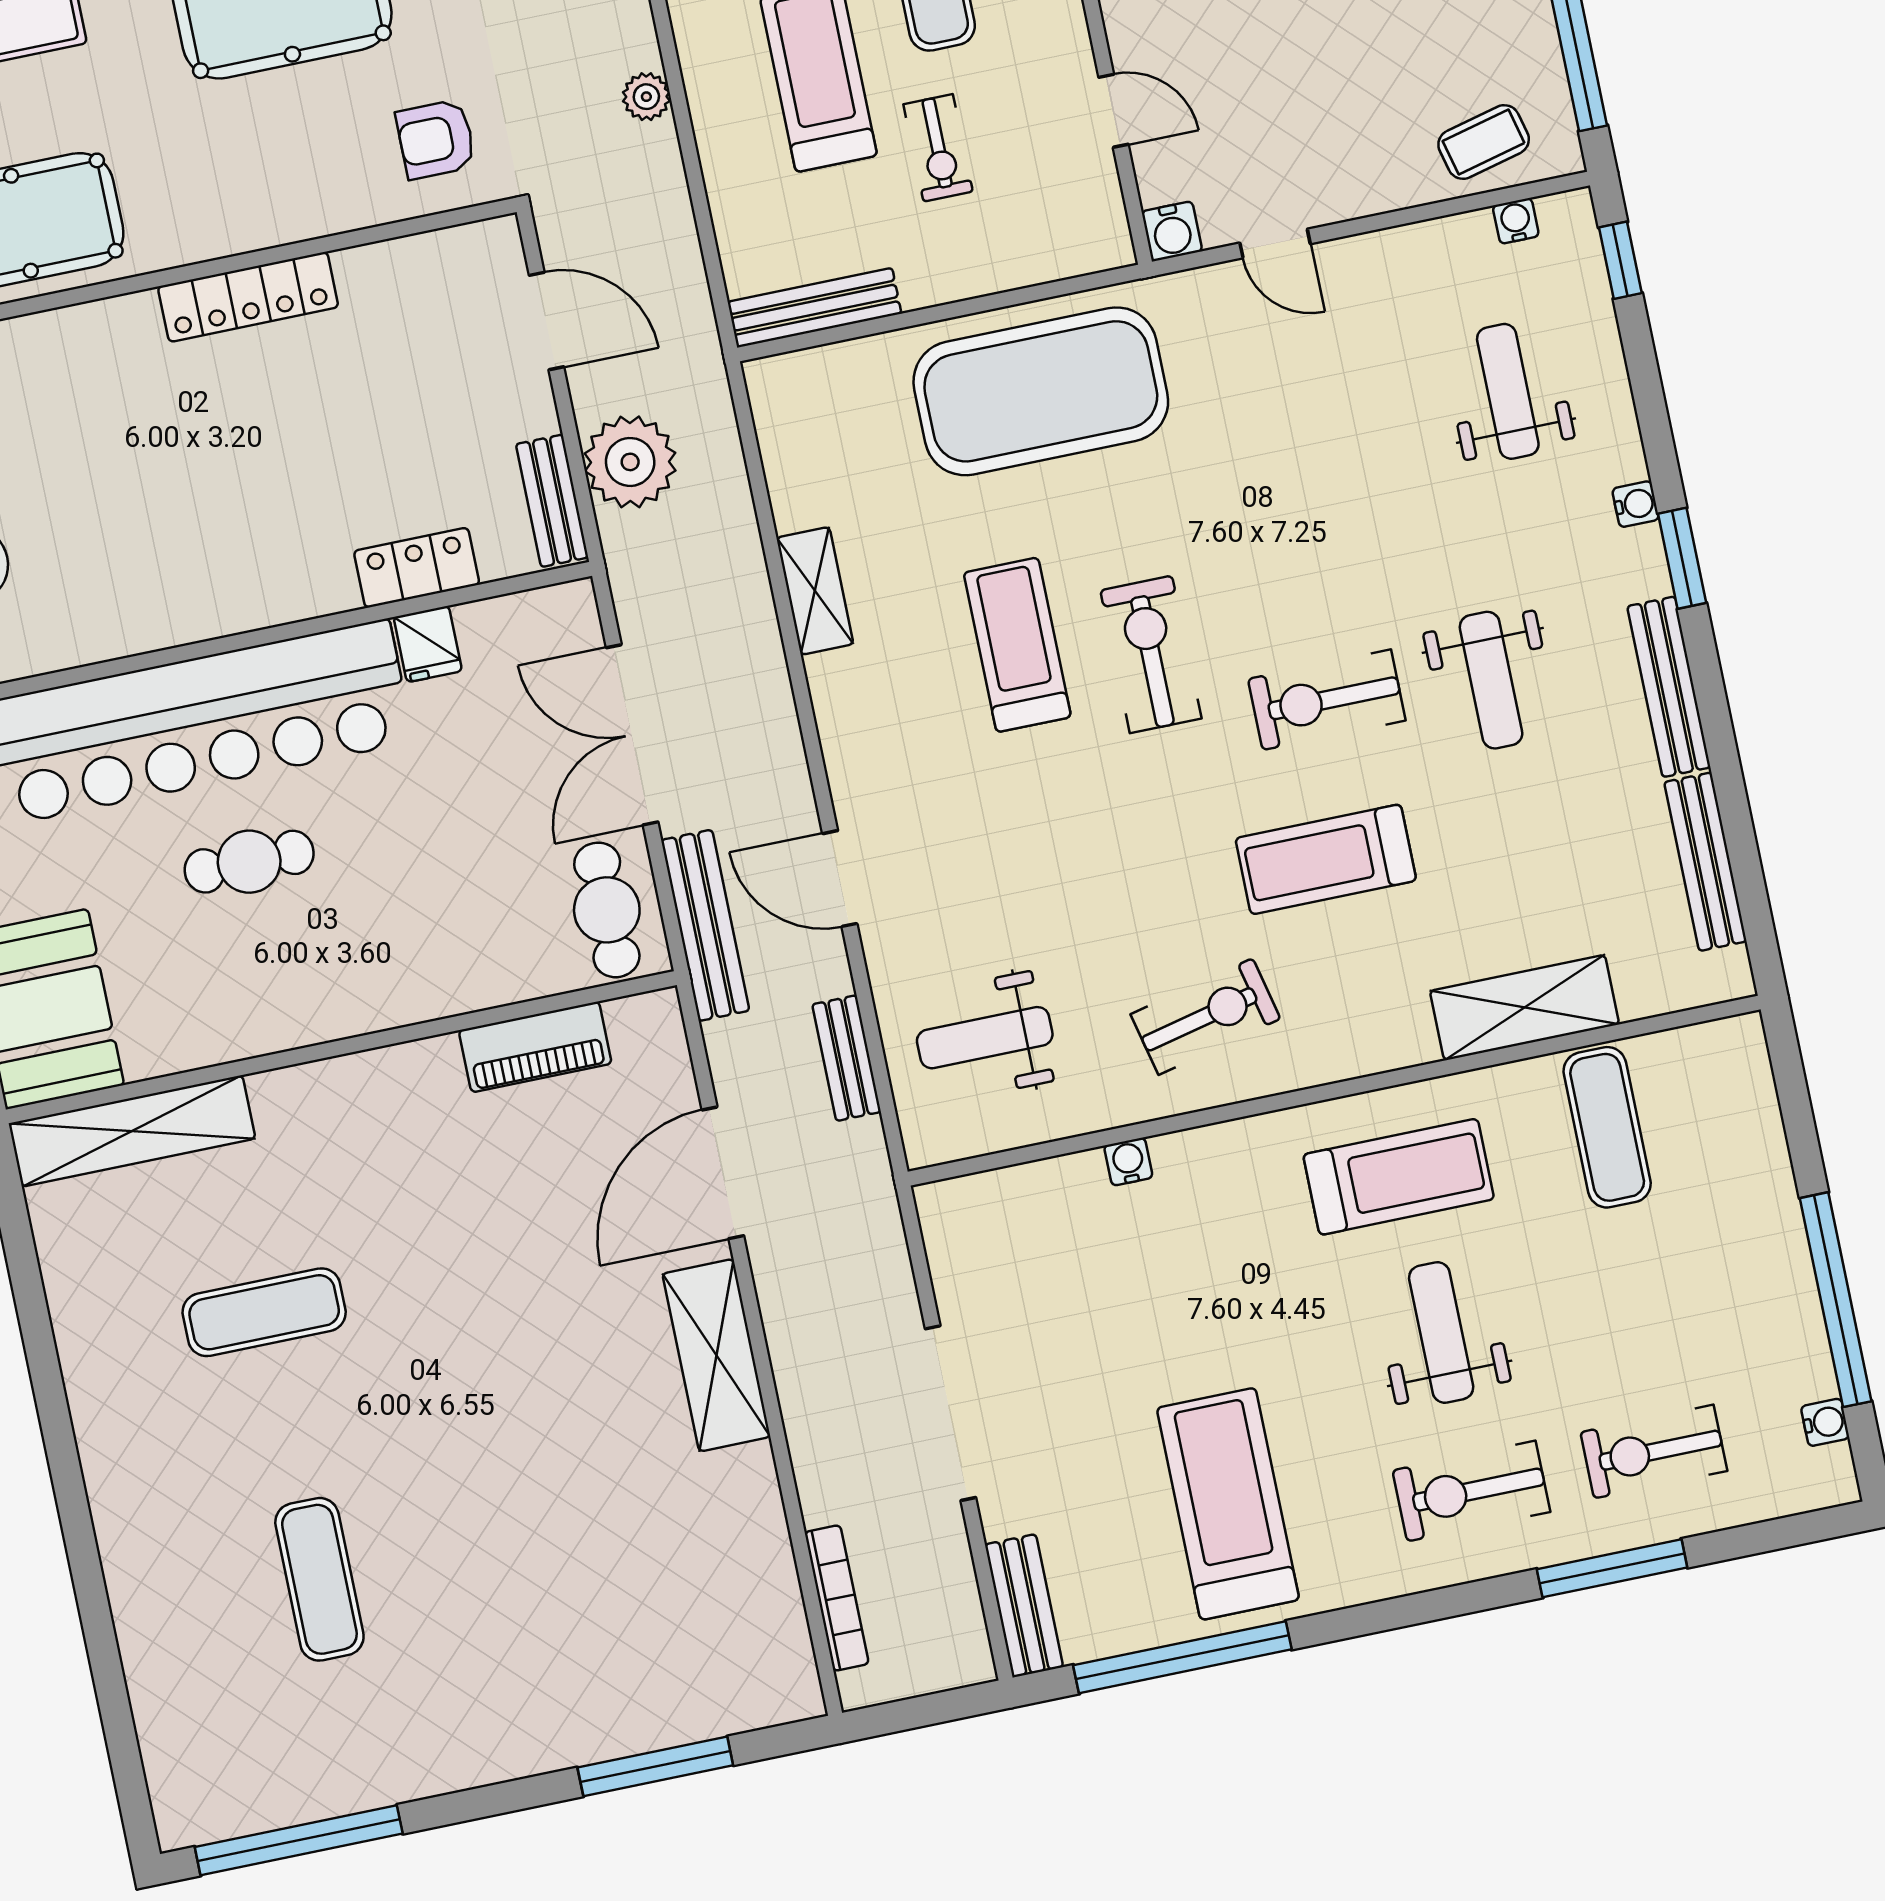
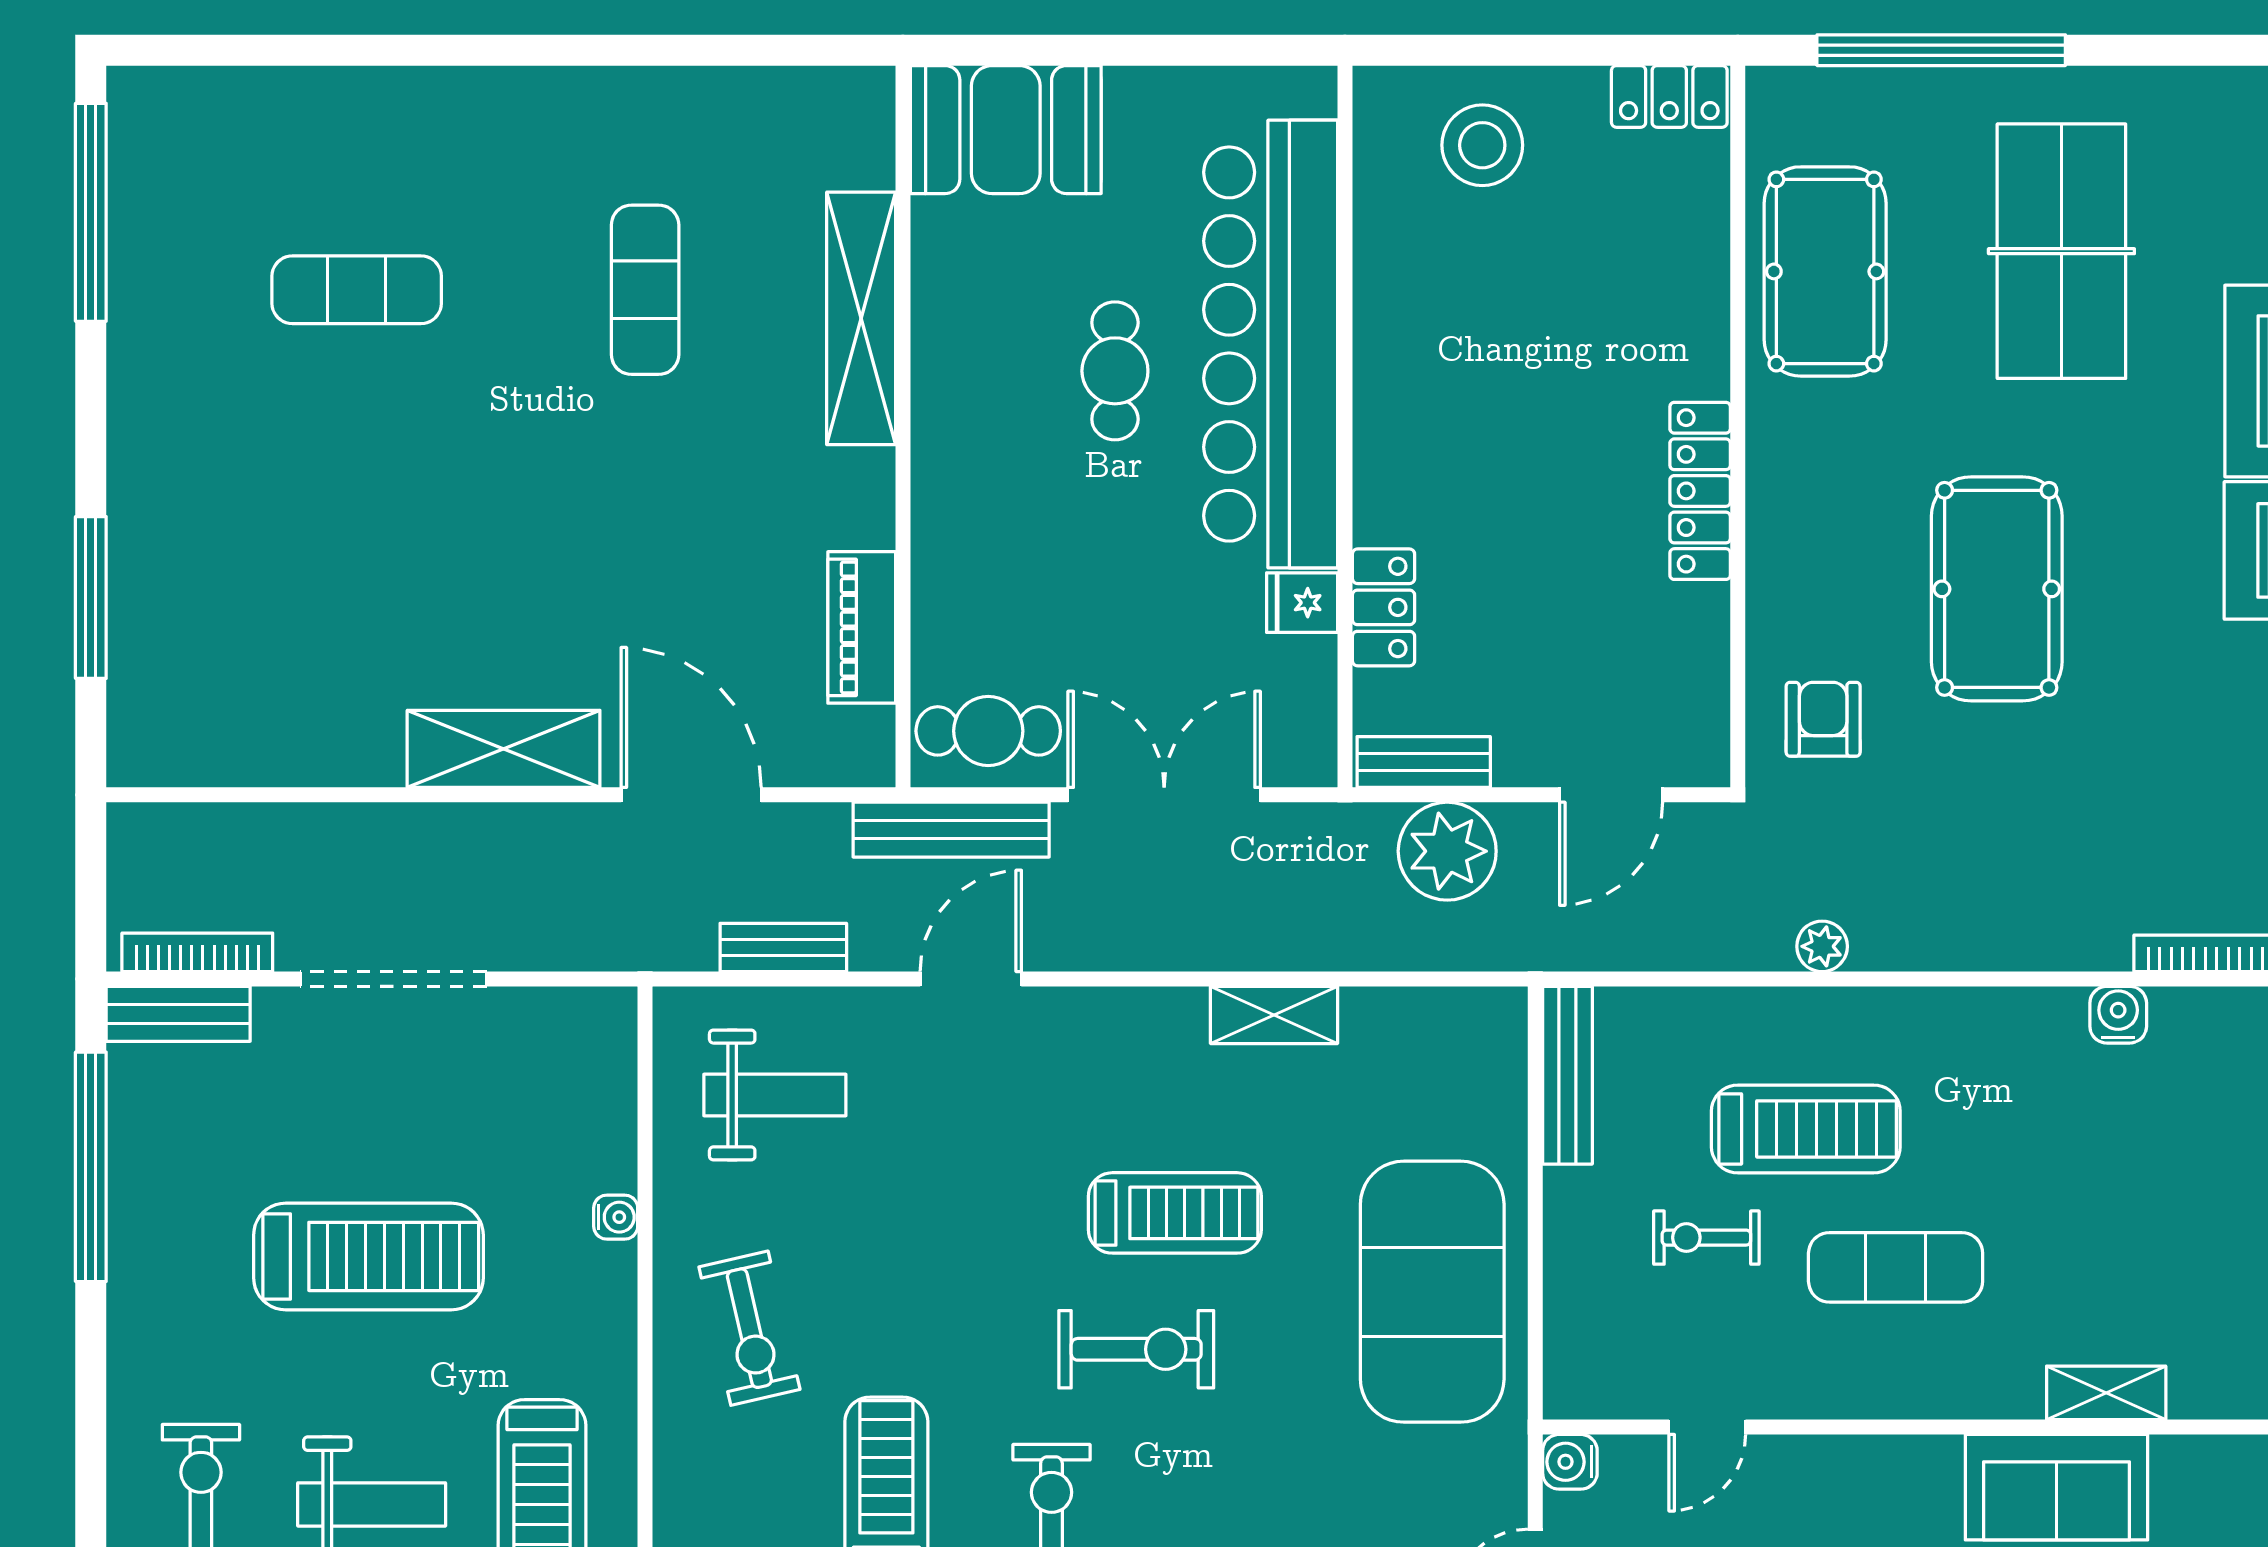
weight bench: (985, 1038) -> (775, 1095), turned 90
shelving: (132, 1131) -> (861, 318), moved
treadmill: (1228, 1504) -> (368, 1256), moved
bookcase: (837, 1598) -> (197, 952), moved, turned 180

